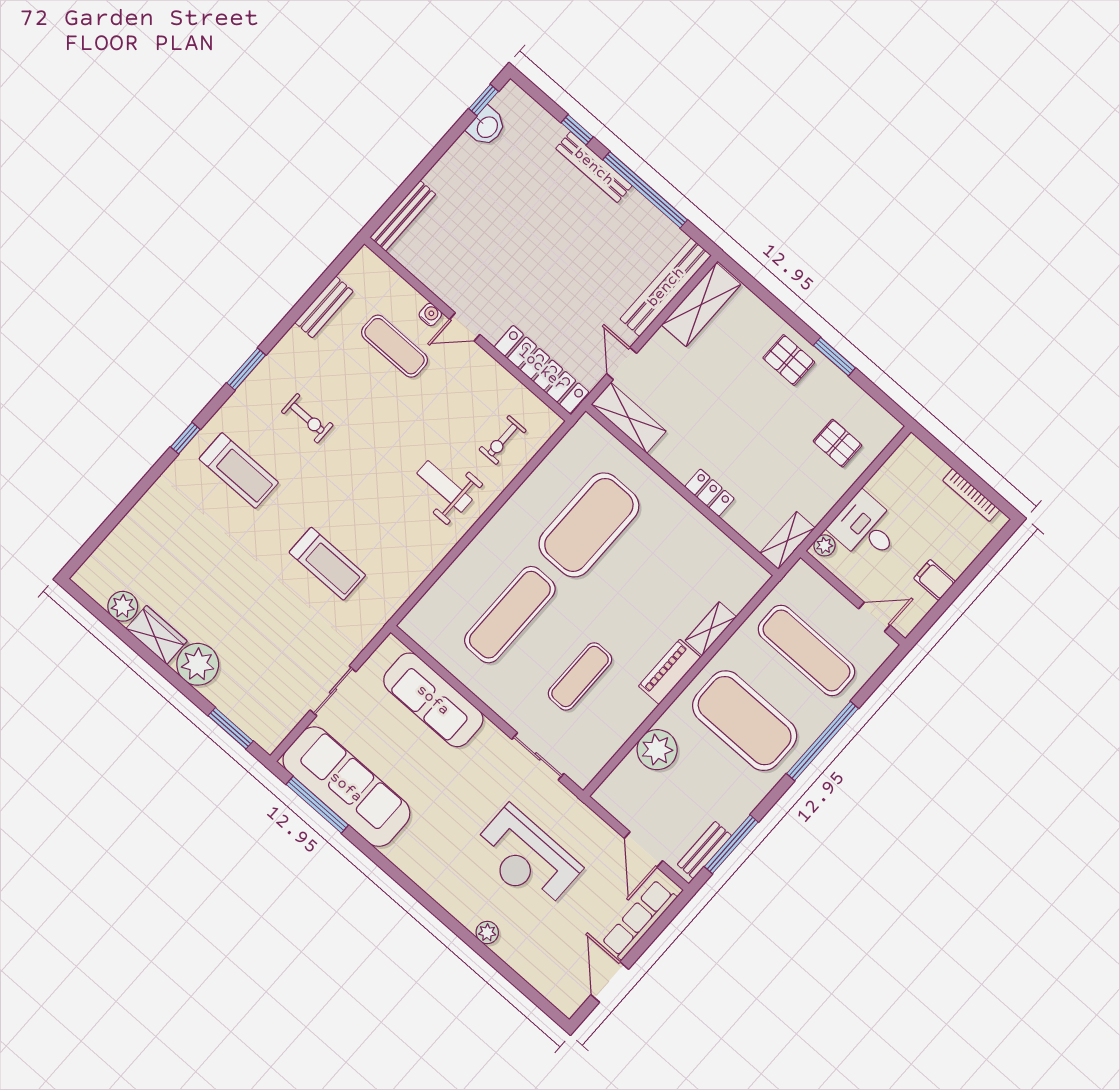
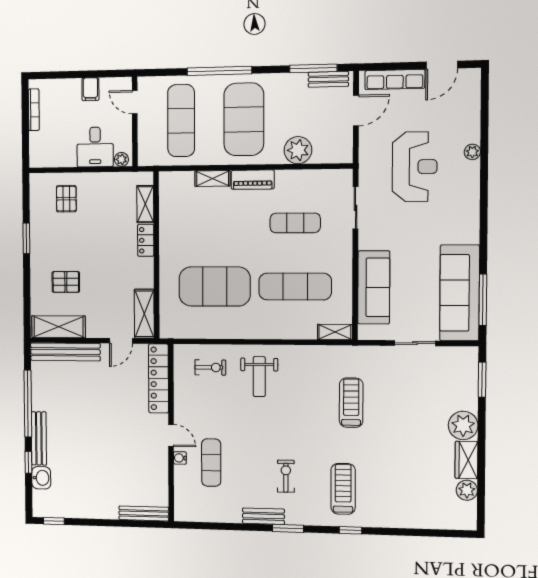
washbasin: (487, 127) -> (41, 478), moved, turned 90
bench: (324, 307) -> (263, 516), moved
pallet: (789, 360) -> (66, 282), moved, turned 90
shelving: (787, 540) -> (145, 204), moved, turned 90
shelving: (421, 614) -> (335, 332), added

